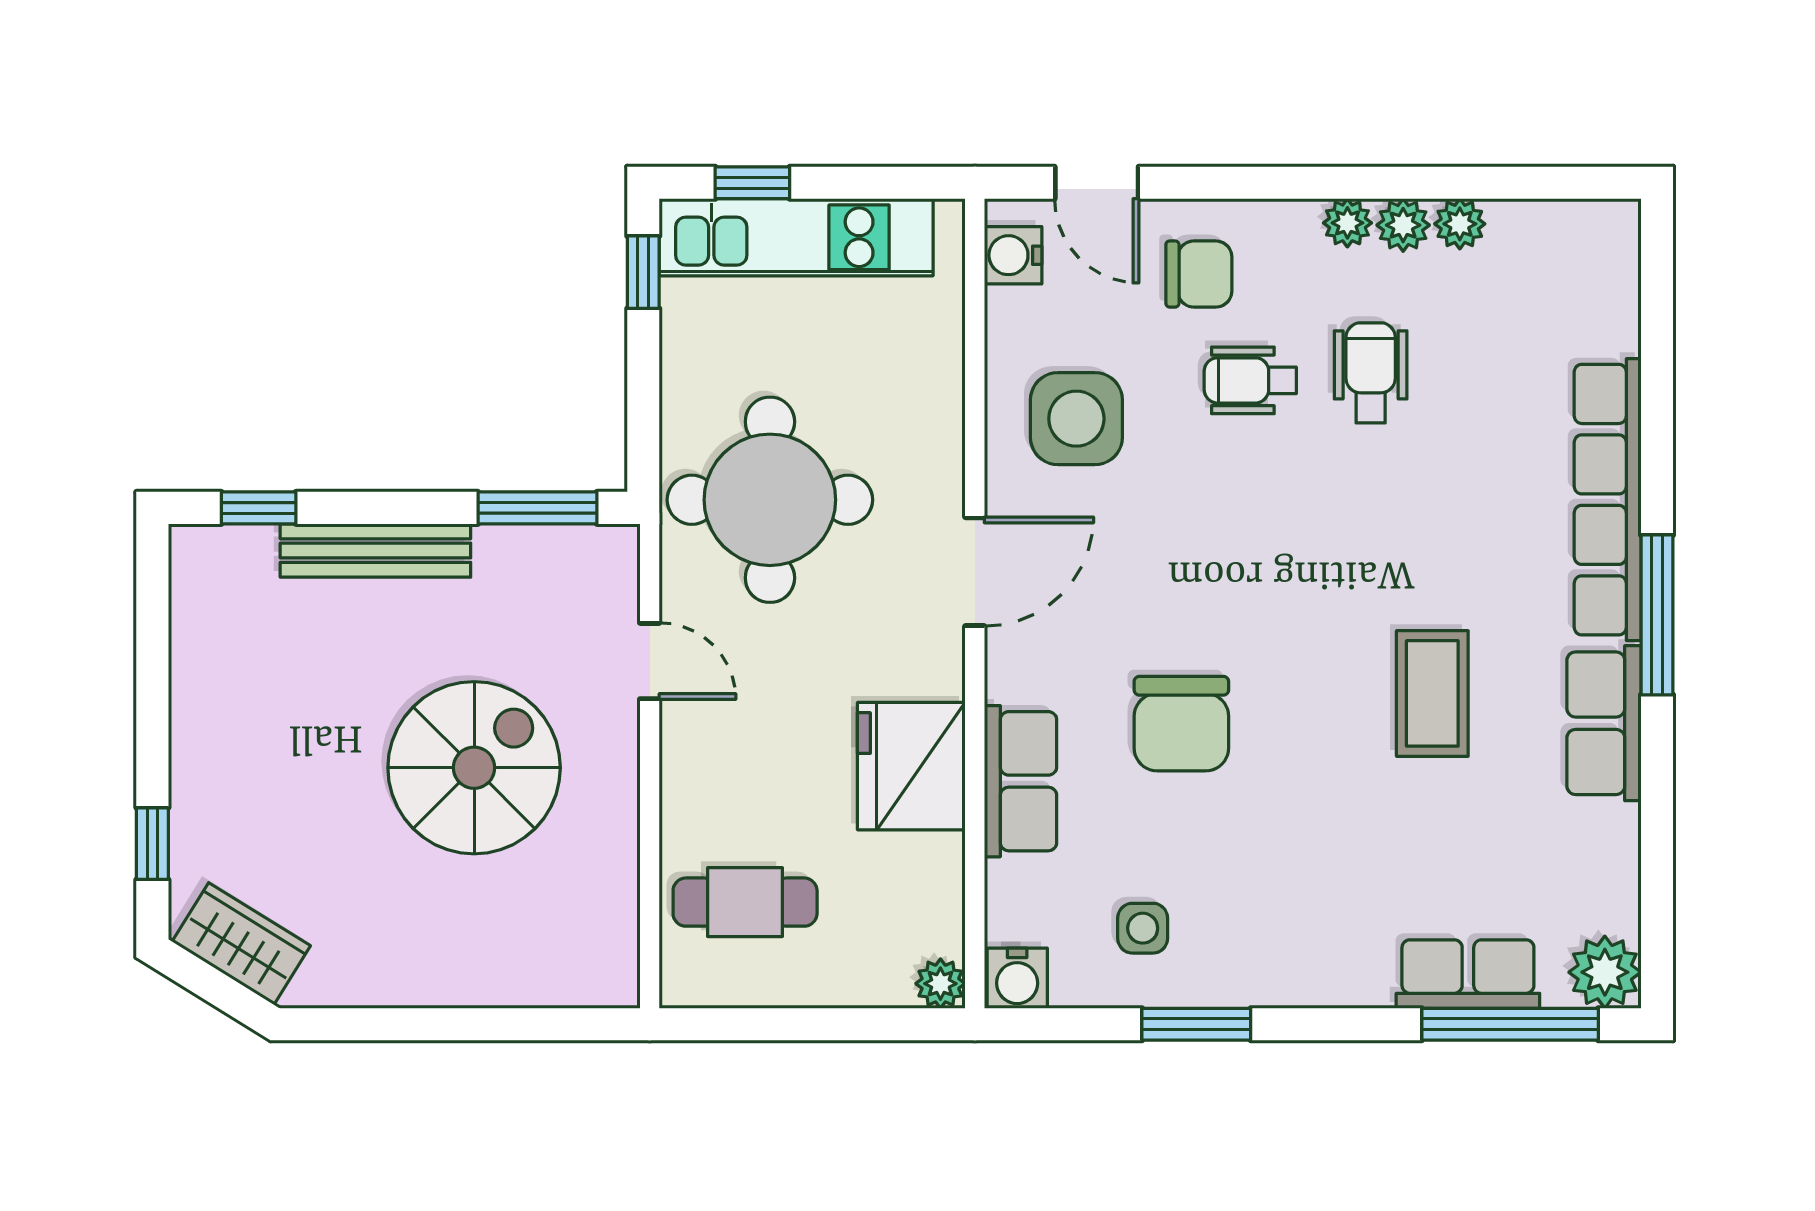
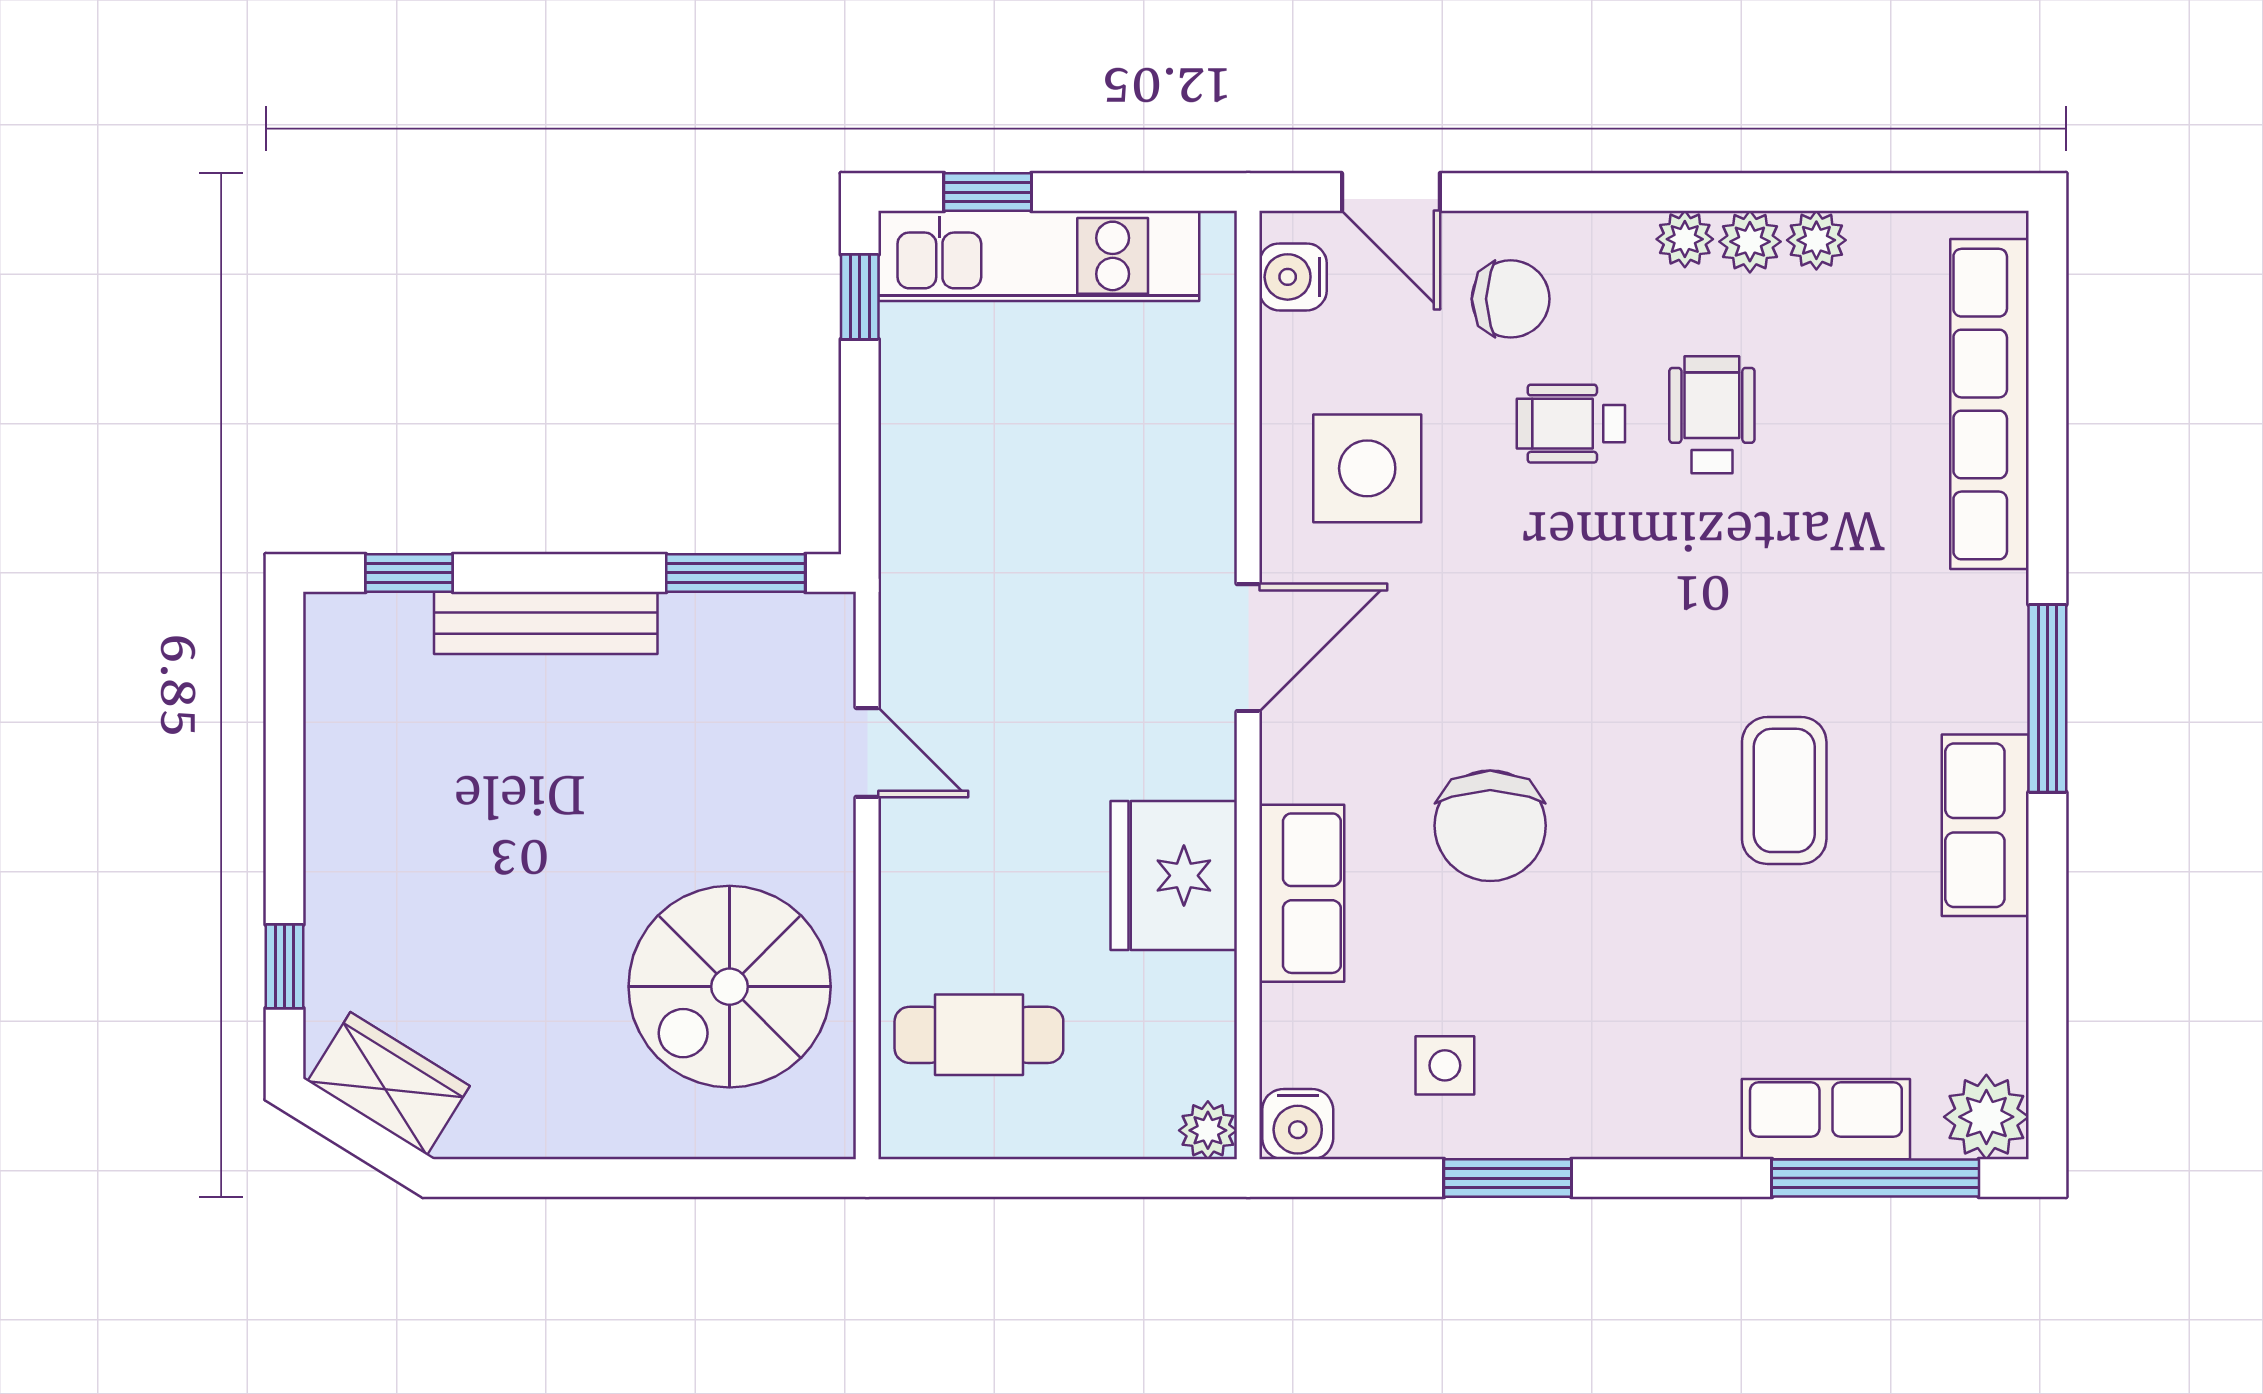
round table: (770, 500) -> (1008, 563), removed
row of seats: (1608, 500) -> (1990, 404), moved
spiral stairs: (474, 768) -> (730, 987), moved, turned 180

